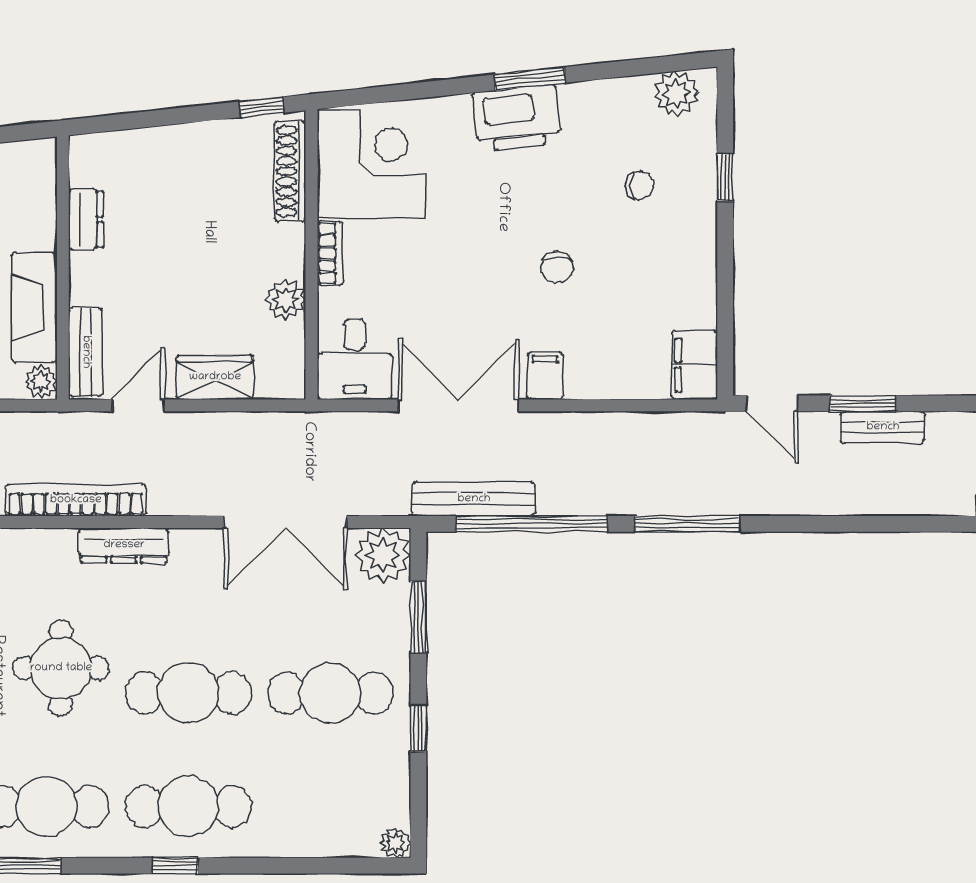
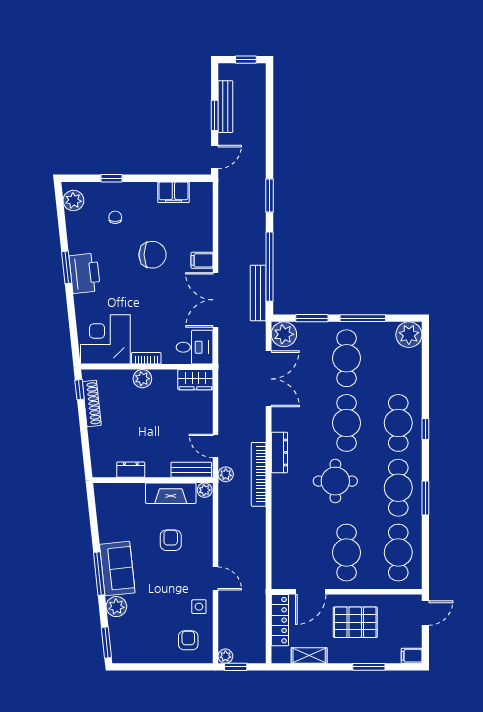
shoe rack: (290, 171) -> (92, 403), moved, turned -96
chair: (557, 267) -> (152, 255), width x1.87, depth x1.87
plant: (285, 300) -> (142, 379), moved
filing cabinet: (694, 365) -> (173, 192), moved
wardrobe: (215, 377) -> (195, 380), moved, turned -90
bench: (883, 427) -> (225, 107), width x1.36
plant: (76, 428) -> (226, 474), added
window: (687, 524) -> (270, 196), width x0.69
window: (418, 728) -> (363, 318), width x2.17
plant: (395, 843) -> (409, 335), width x1.87, depth x1.87

